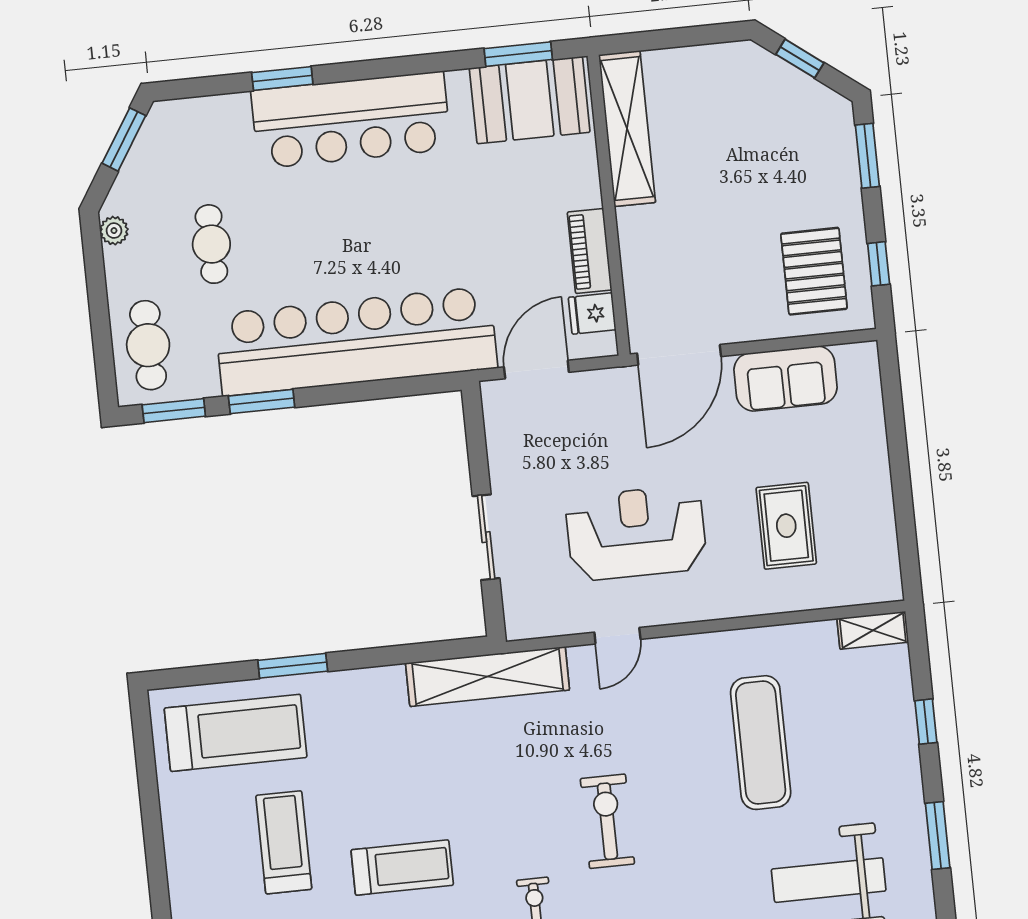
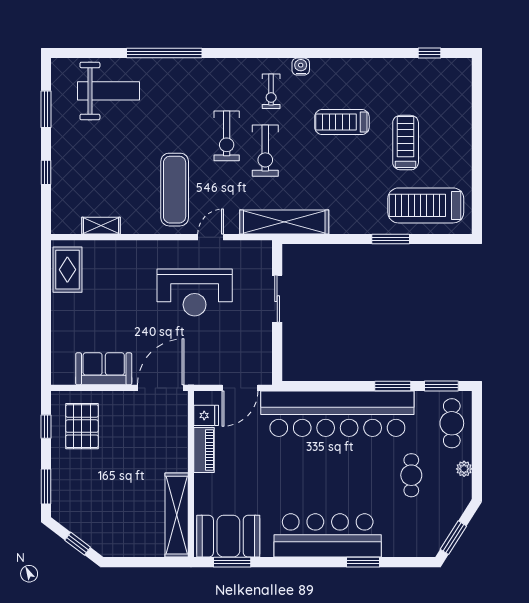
plant: (114, 231) -> (464, 469), moved
rug: (786, 526) -> (67, 270), moved
shelving: (873, 630) -> (101, 226), moved
exercise mat: (761, 743) -> (175, 190), moved
exercise bike: (535, 802) -> (265, 151), added
treadmill: (284, 842) -> (406, 143), turned 180

